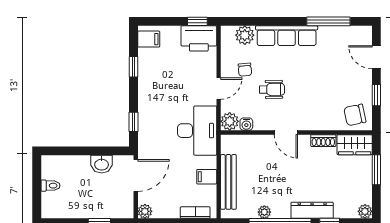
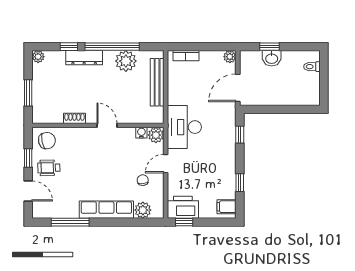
wheelchair: (272, 89) -> (49, 168), moved
wardrobe: (355, 145) -> (47, 115), removed
washbasin: (102, 164) -> (272, 58), moved, turned 180
filing cabinet: (207, 177) -> (176, 87), removed
toilet: (50, 186) -> (312, 67), moved
plant: (264, 212) -> (126, 61), width x1.88, depth x1.88

